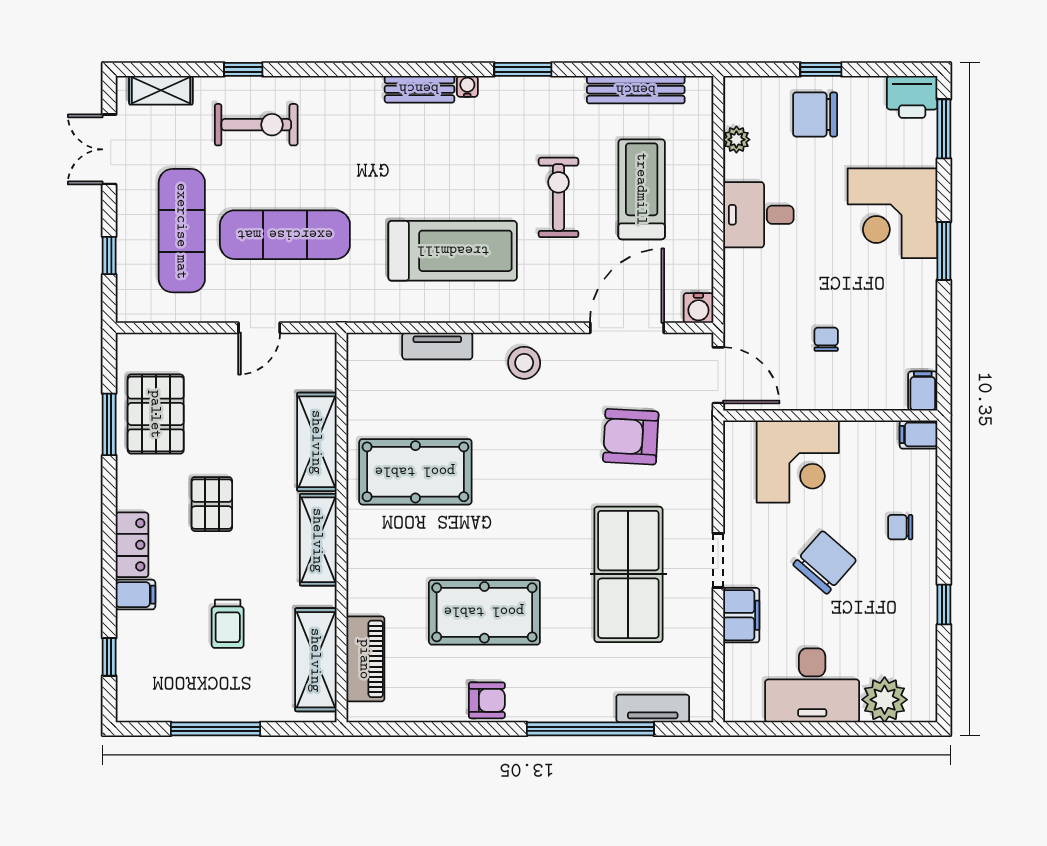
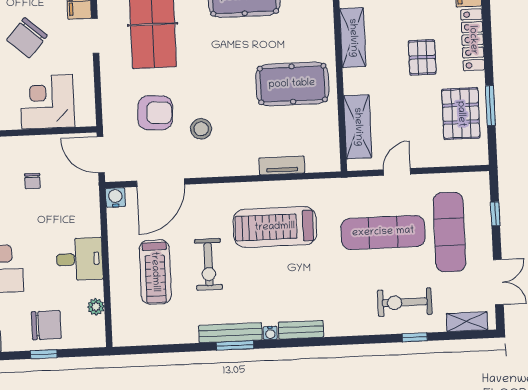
bench: (636, 90) -> (230, 333), moved
stool: (524, 363) -> (201, 129), moved
shelving: (317, 442) -> (358, 127), moved
locker: (132, 545) -> (473, 40), width x1.53

